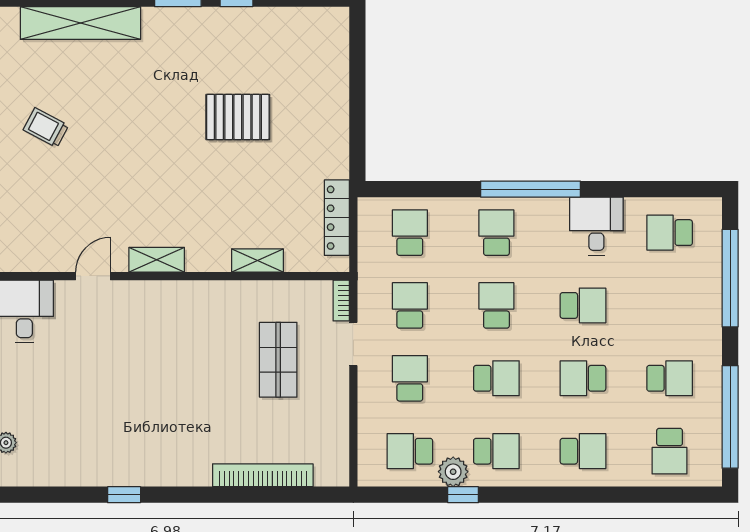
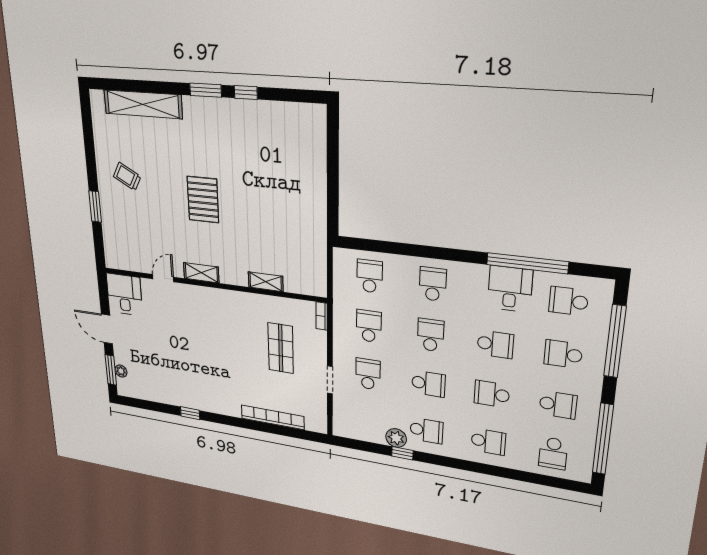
pallet: (238, 117) -> (203, 200), moved, turned 90
window: (531, 189) -> (527, 263), moved
locker: (337, 218) -> (318, 259), removed
doorway: (353, 344) -> (330, 380), moved
school desk: (410, 451) -> (563, 354), moved

